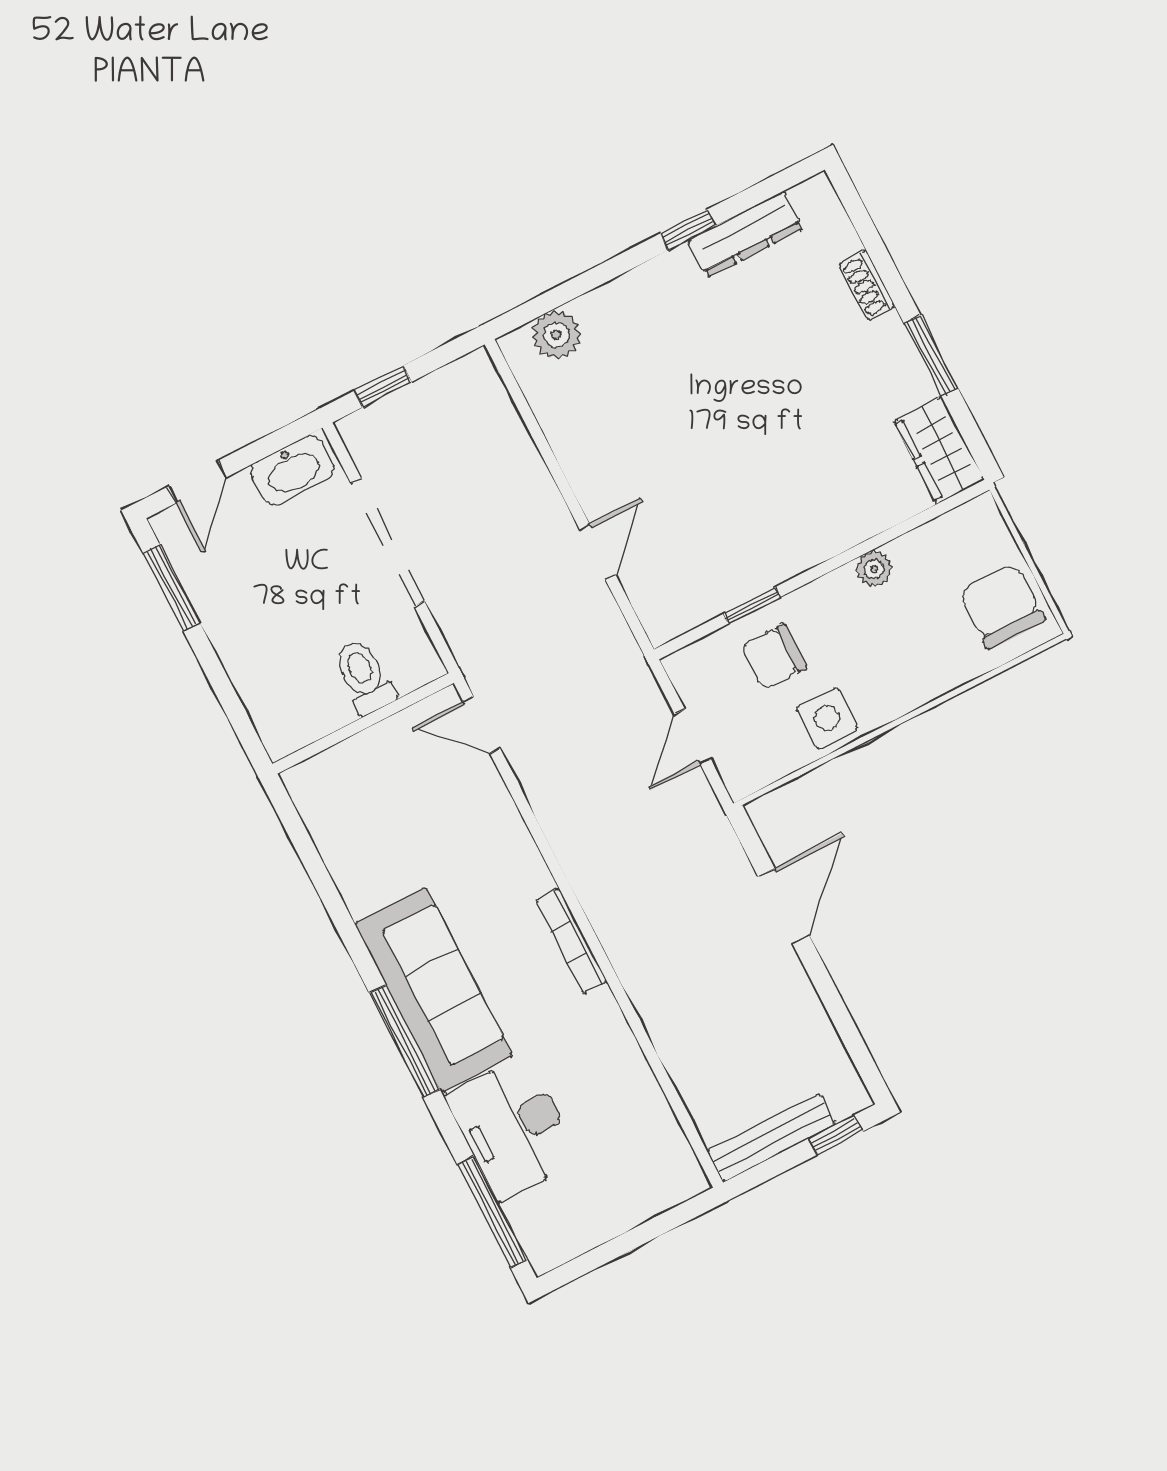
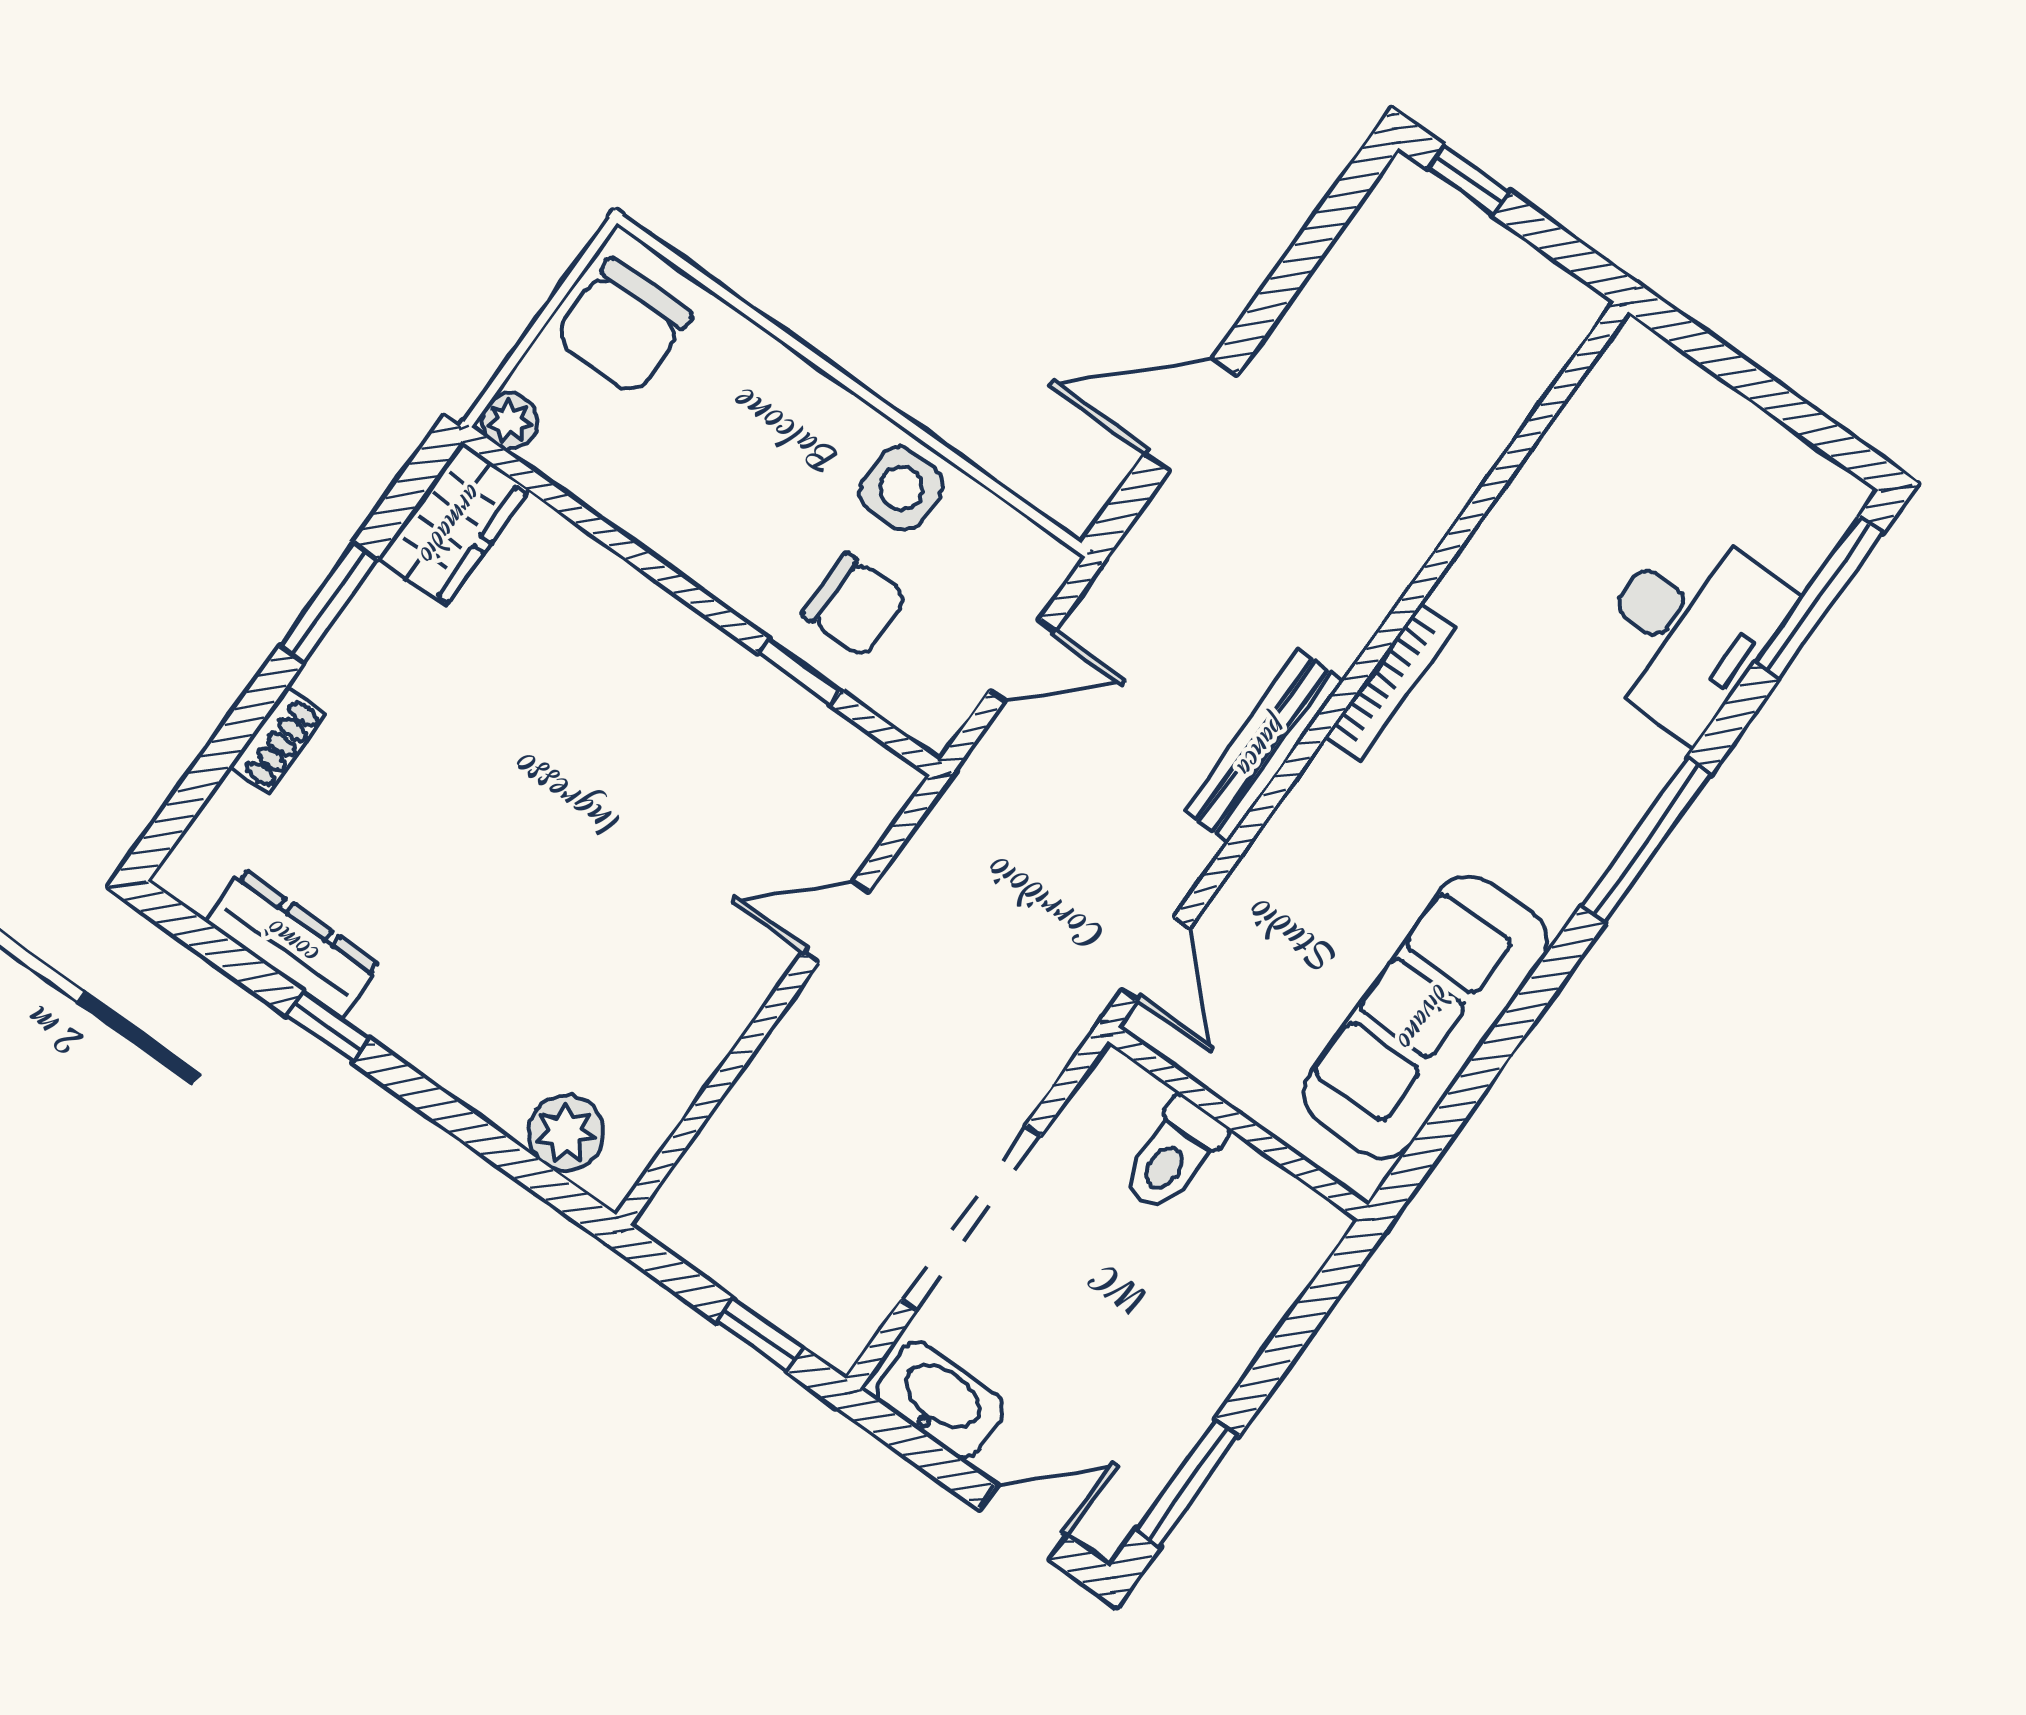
plant: (874, 569) -> (510, 421), moved
sofa: (434, 990) -> (1426, 1017), moved
bench: (771, 1138) -> (1264, 746), moved, turned 90

